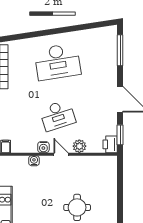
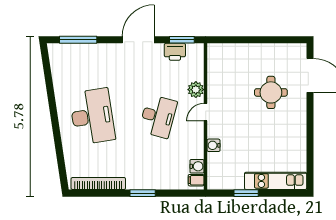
desk: (58, 115) -> (158, 116), turned 33
printer: (110, 144) -> (175, 52), moved
water cooler: (43, 147) -> (197, 166), moved

